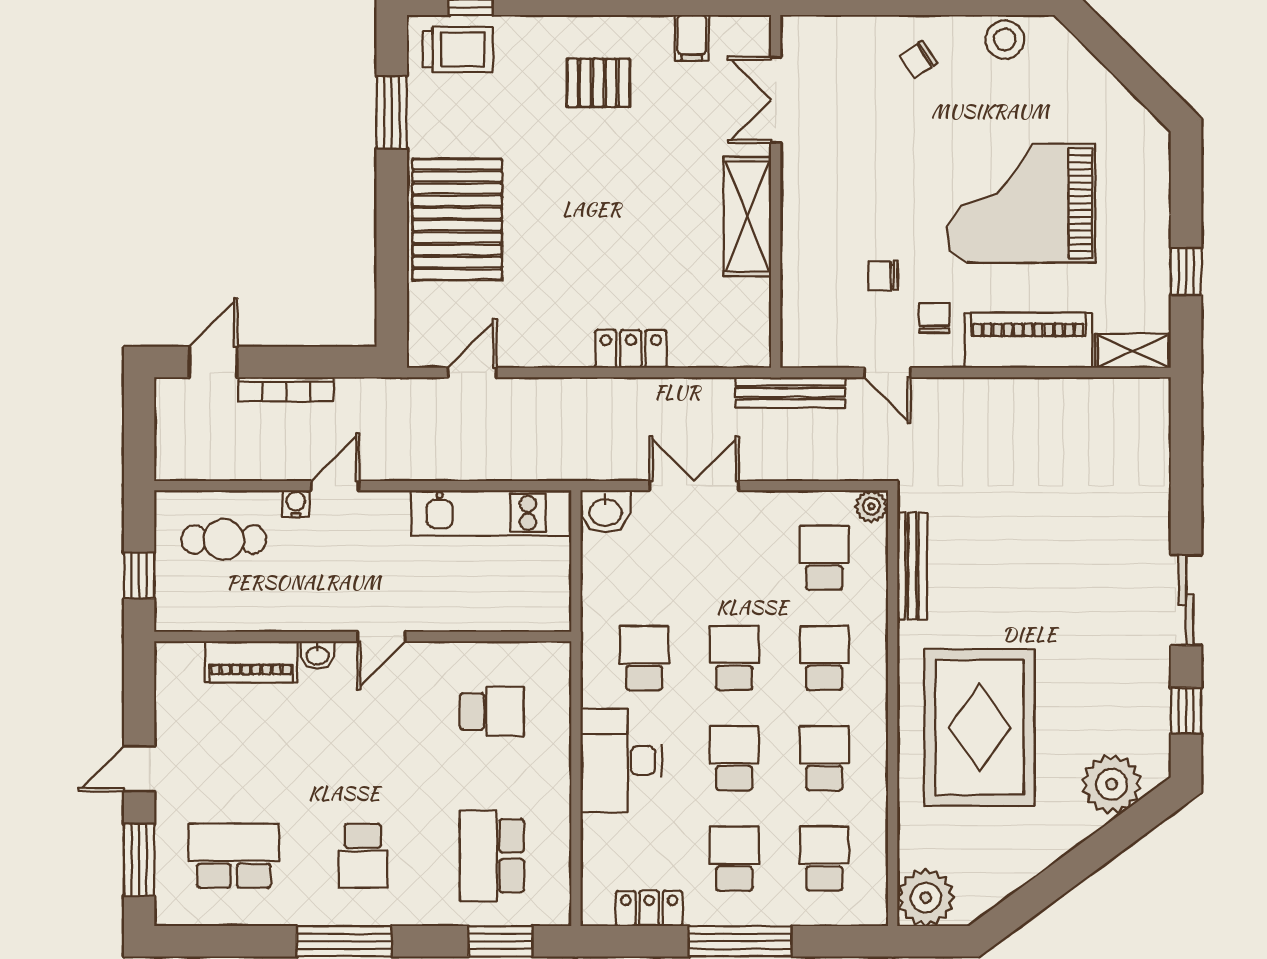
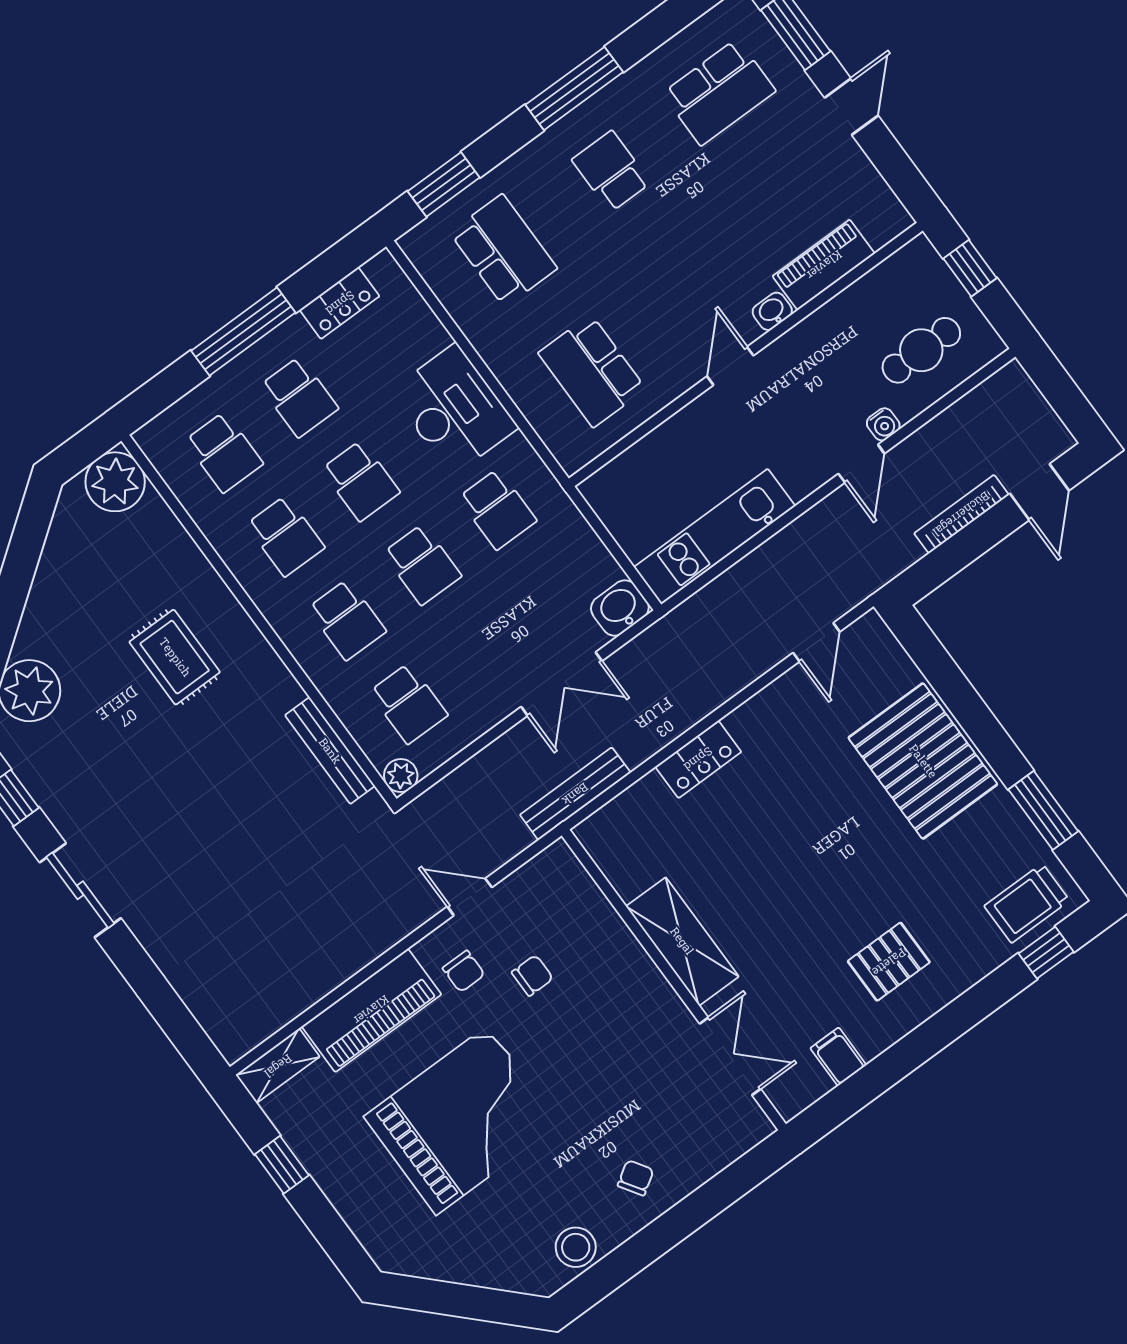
bench: (790, 392) -> (575, 794), moved
school desk: (492, 711) -> (592, 371), width x1.85
rug: (980, 727) -> (175, 657), width x0.54, depth x0.49

